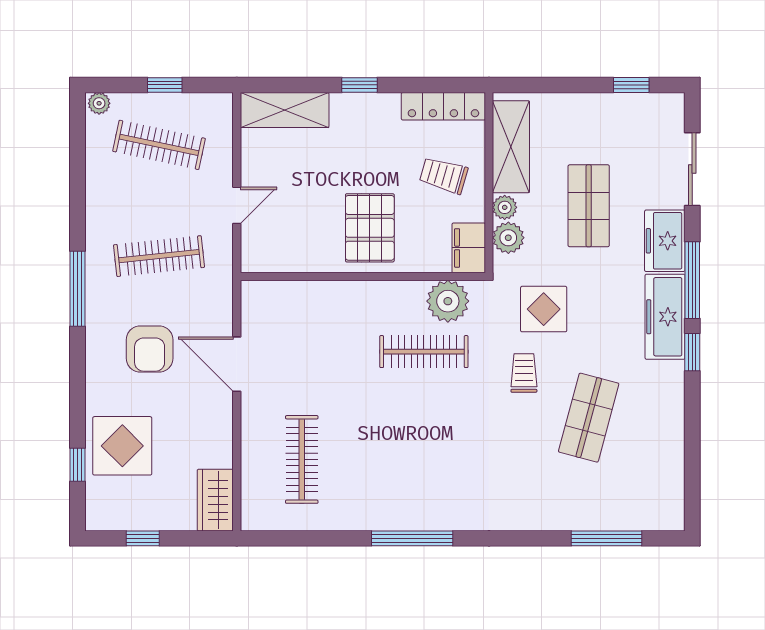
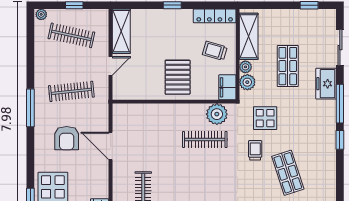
shelving: (285, 110) -> (121, 31), moved, turned 90
freezer: (665, 317) -> (326, 122), removed
shop shelf: (589, 418) -> (288, 173), turned -33

